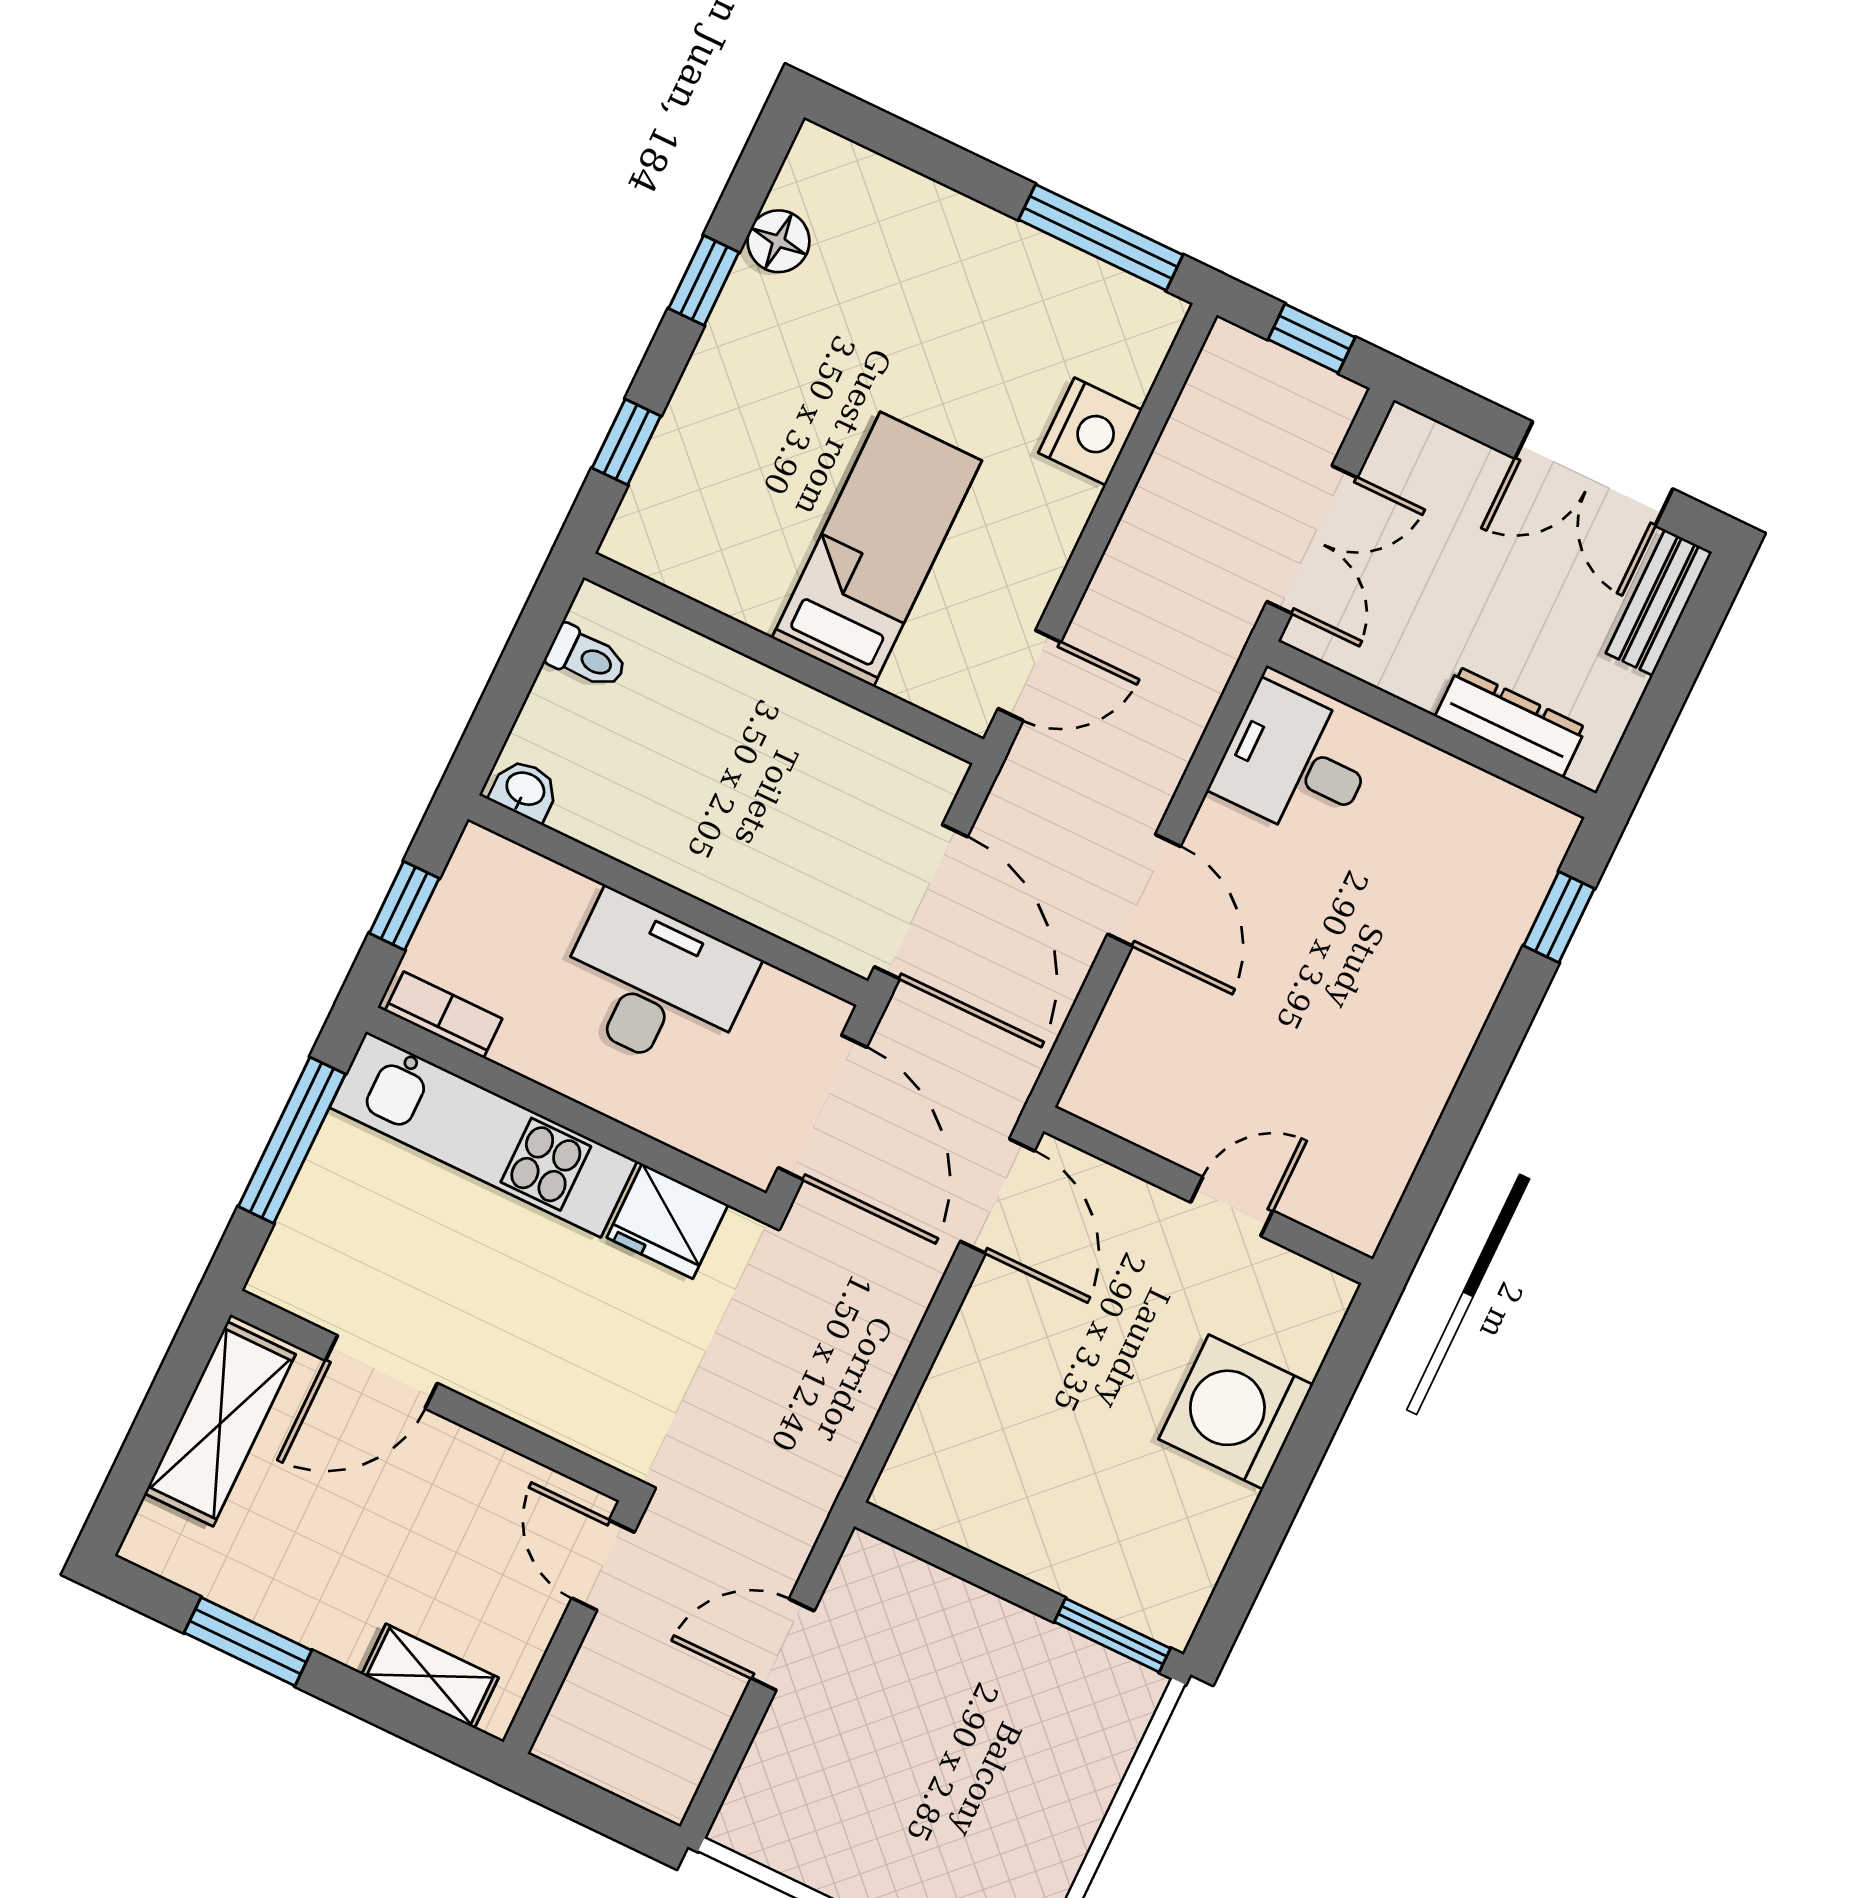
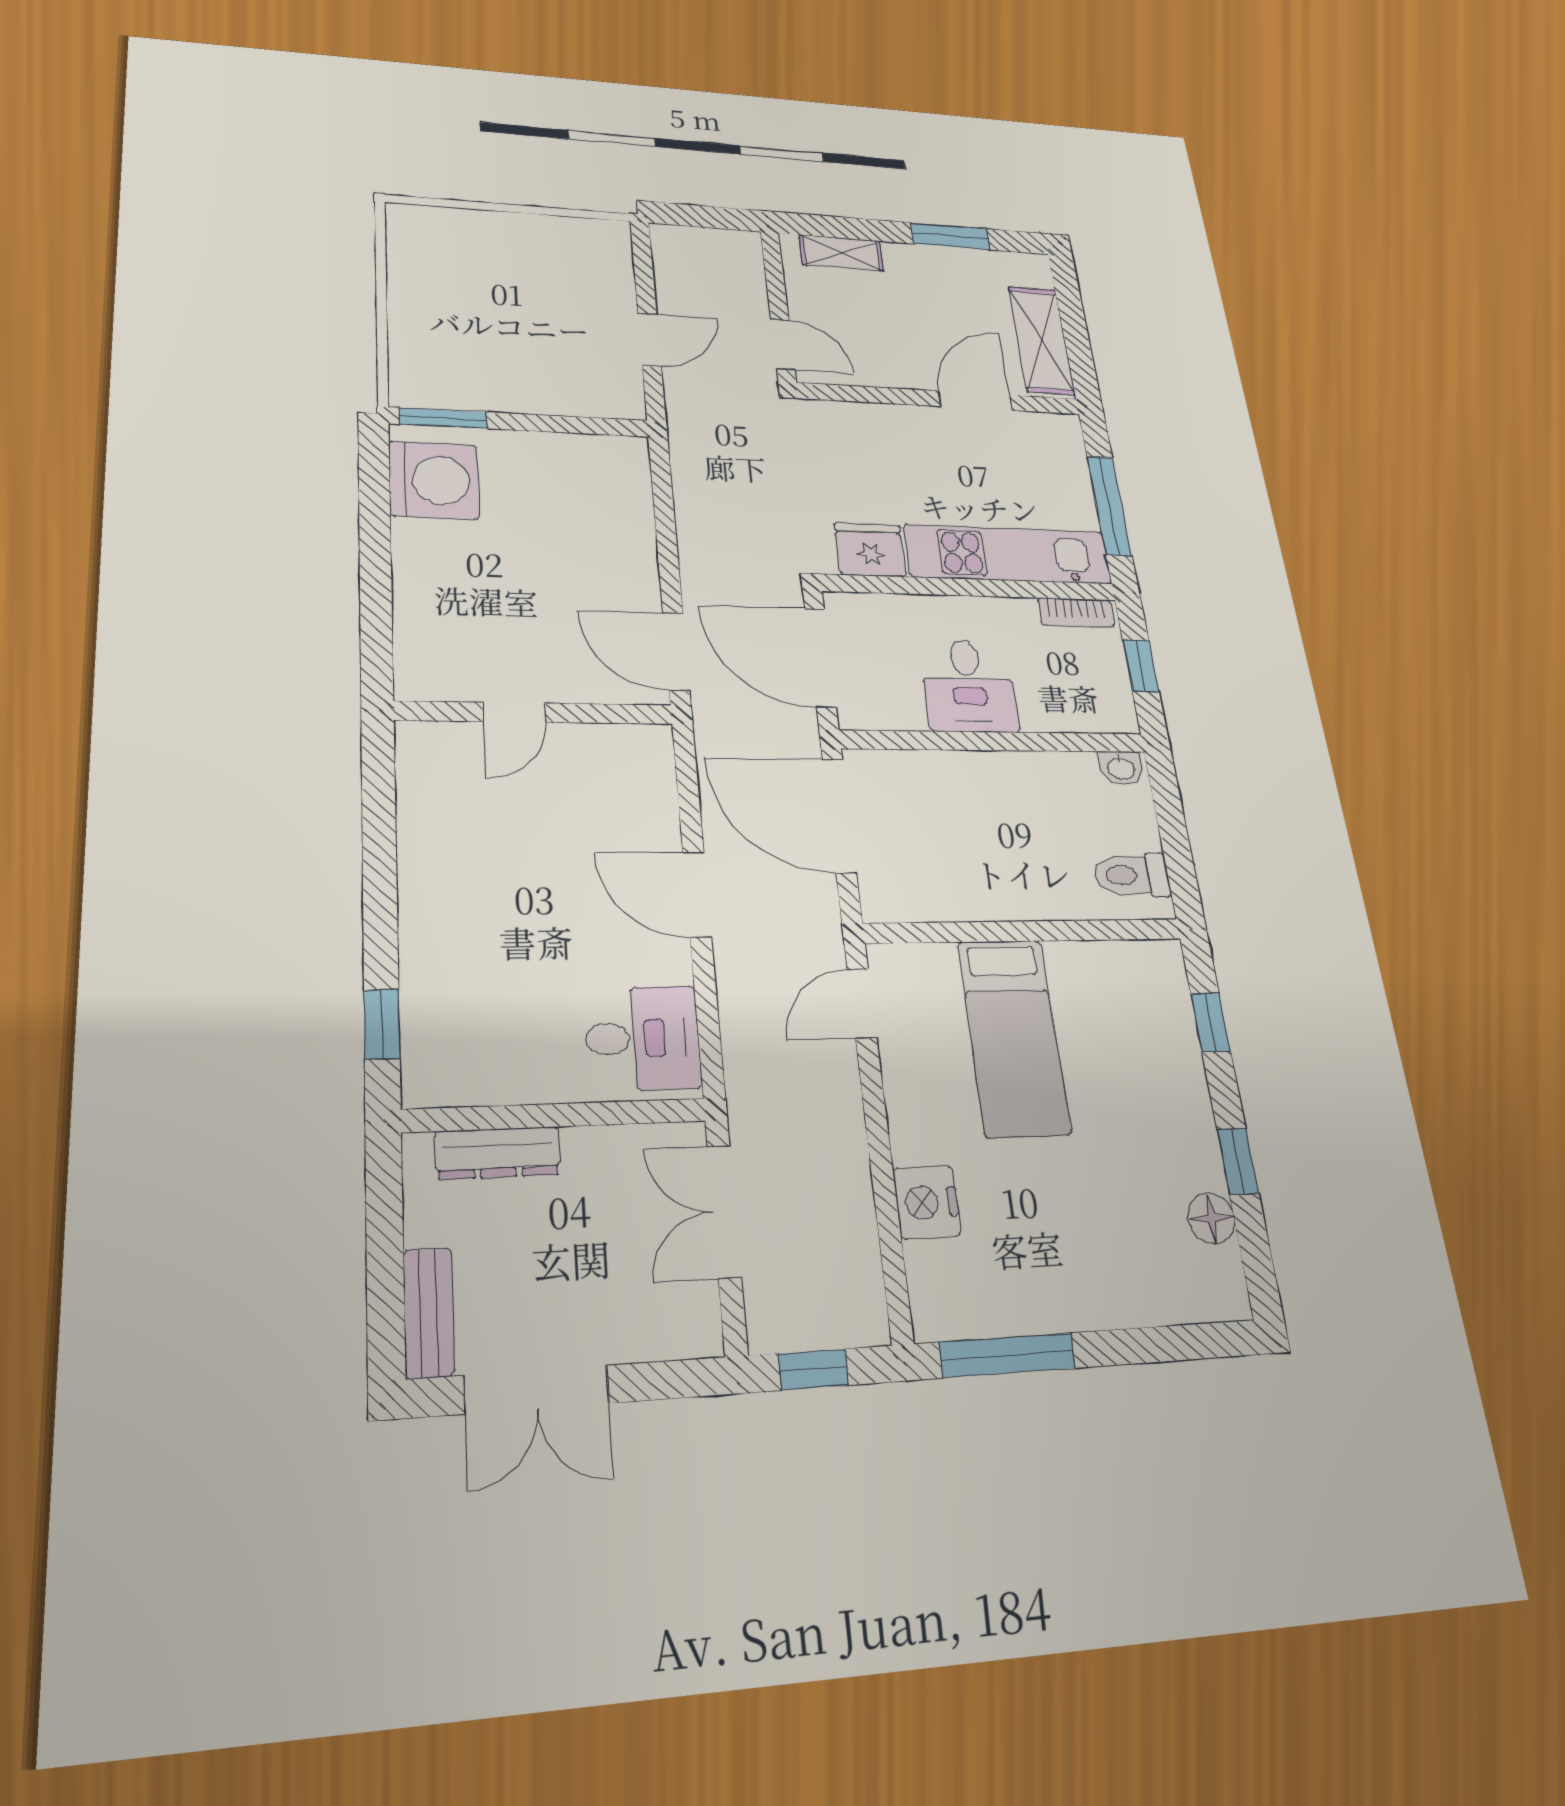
double door: (1594, 474) -> (537, 1389), swing flipped
toilet: (587, 657) -> (1132, 875), width x1.37, depth x1.39
desk: (654, 985) -> (969, 686), width x0.73
washing machine: (1236, 1412) -> (434, 480), moved

